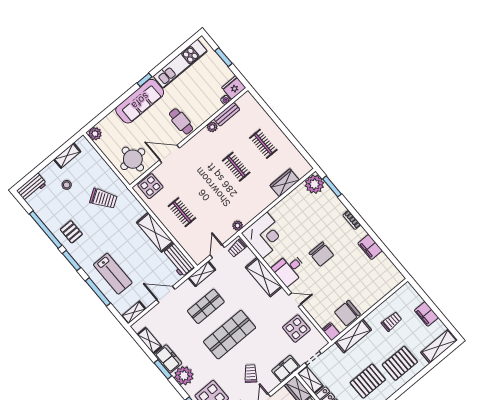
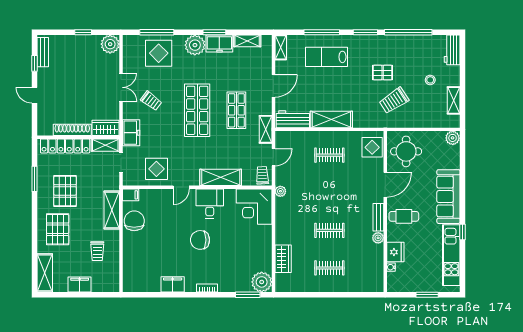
window: (144, 80) -> (463, 232), moved
fridge: (234, 88) -> (395, 252), moved
bench: (227, 114) -> (378, 217), moved
pallet: (71, 232) -> (383, 73), moved
door: (217, 251) -> (273, 157), hinge flipped

